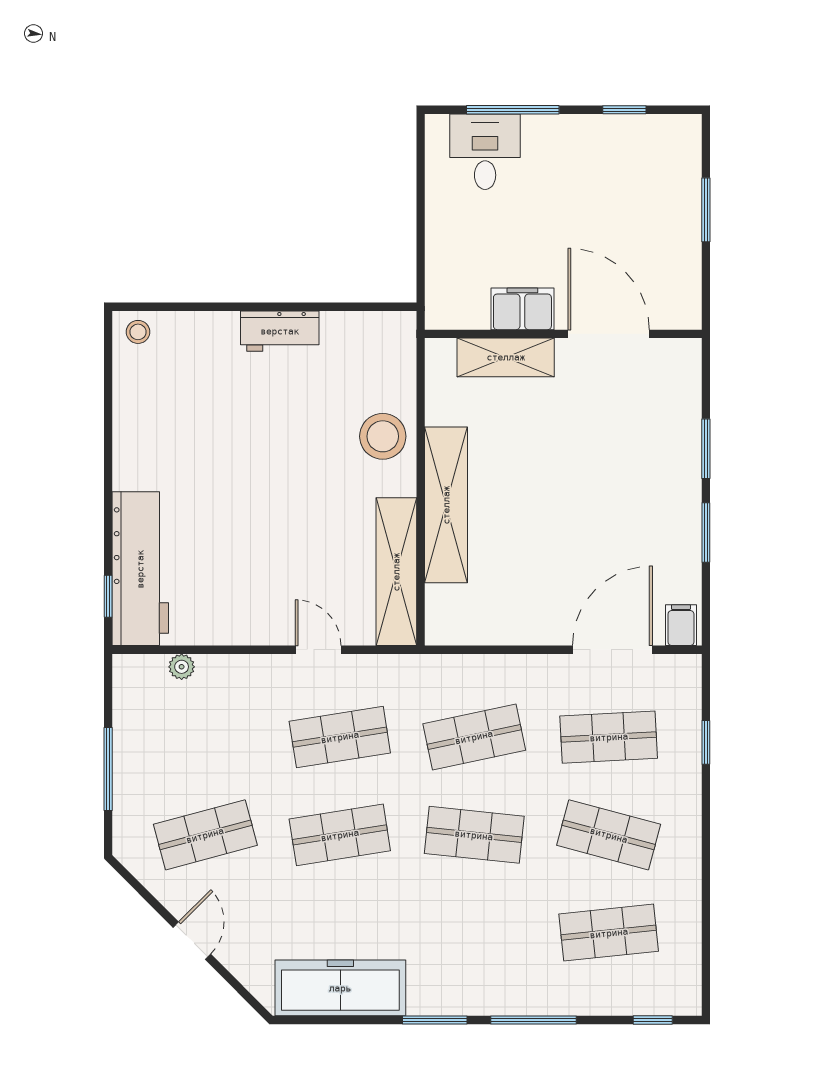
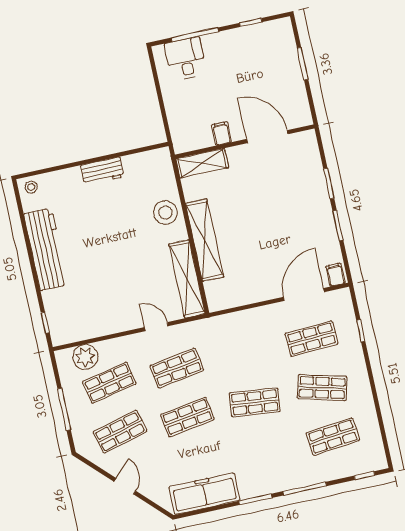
filing cabinet: (522, 309) -> (221, 133), width x0.50
shelving: (506, 357) -> (202, 163), moved
workbench: (140, 569) -> (46, 249), moved
plant: (182, 667) -> (85, 357), width x1.87, depth x1.87
shop shelf: (474, 737) -> (109, 383), moved

